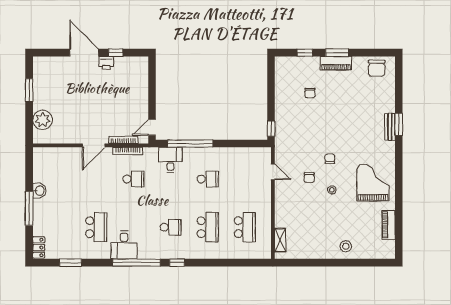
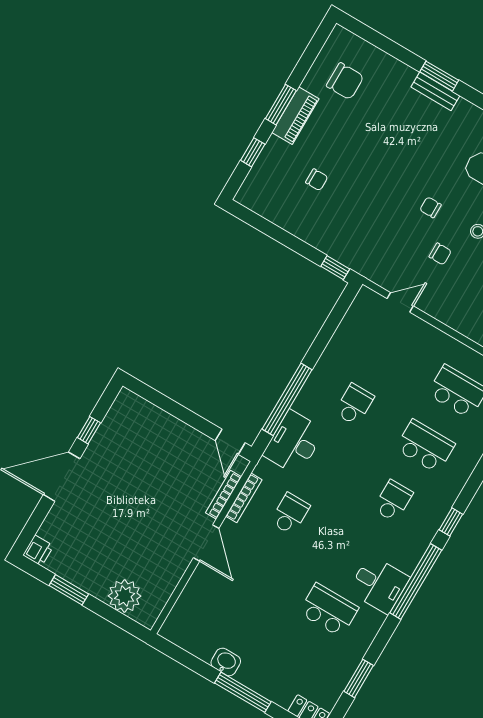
printer: (106, 63) -> (38, 550), moved
chair: (377, 68) -> (345, 81), moved
desk: (170, 160) -> (294, 443), width x1.37

